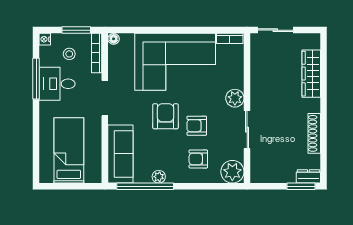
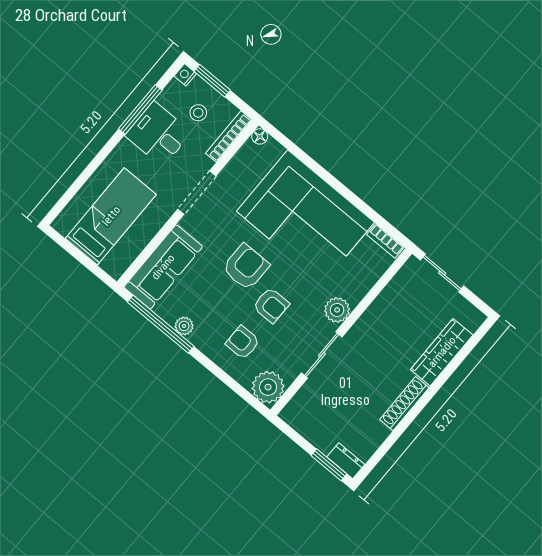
window: (76, 30) -> (212, 81), moved
armchair: (197, 126) -> (271, 305), turned 180
shoe rack: (314, 133) -> (404, 404), moved

